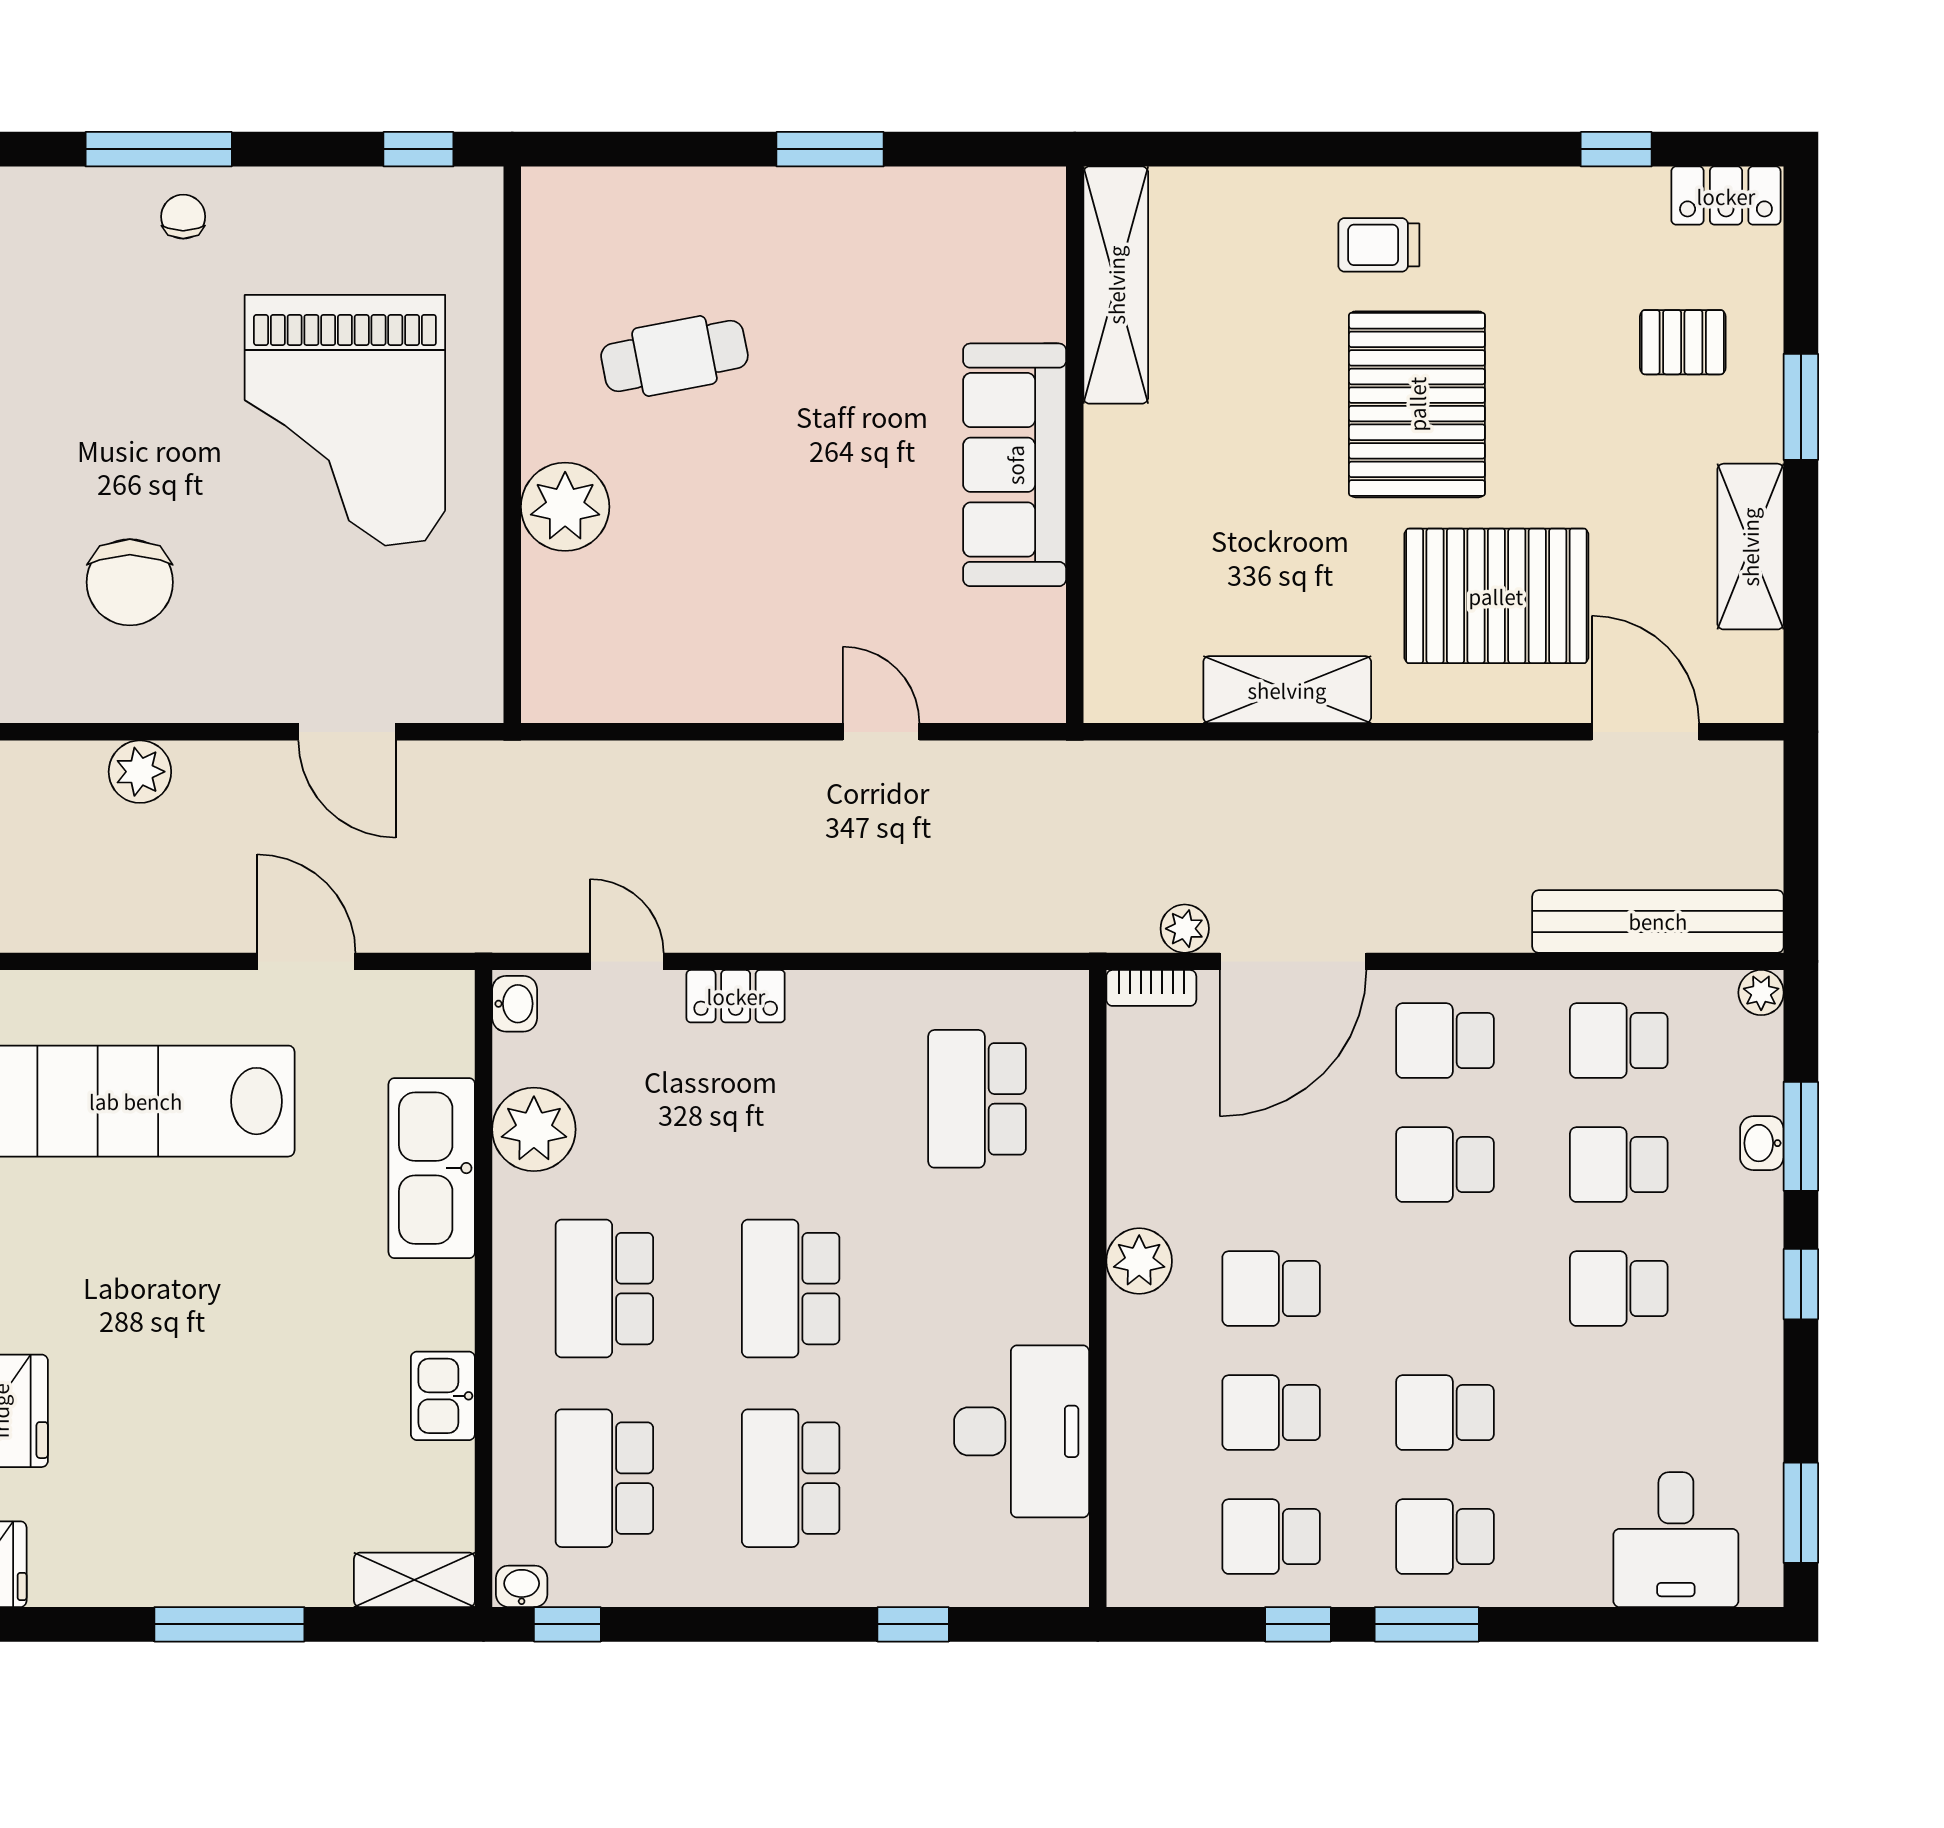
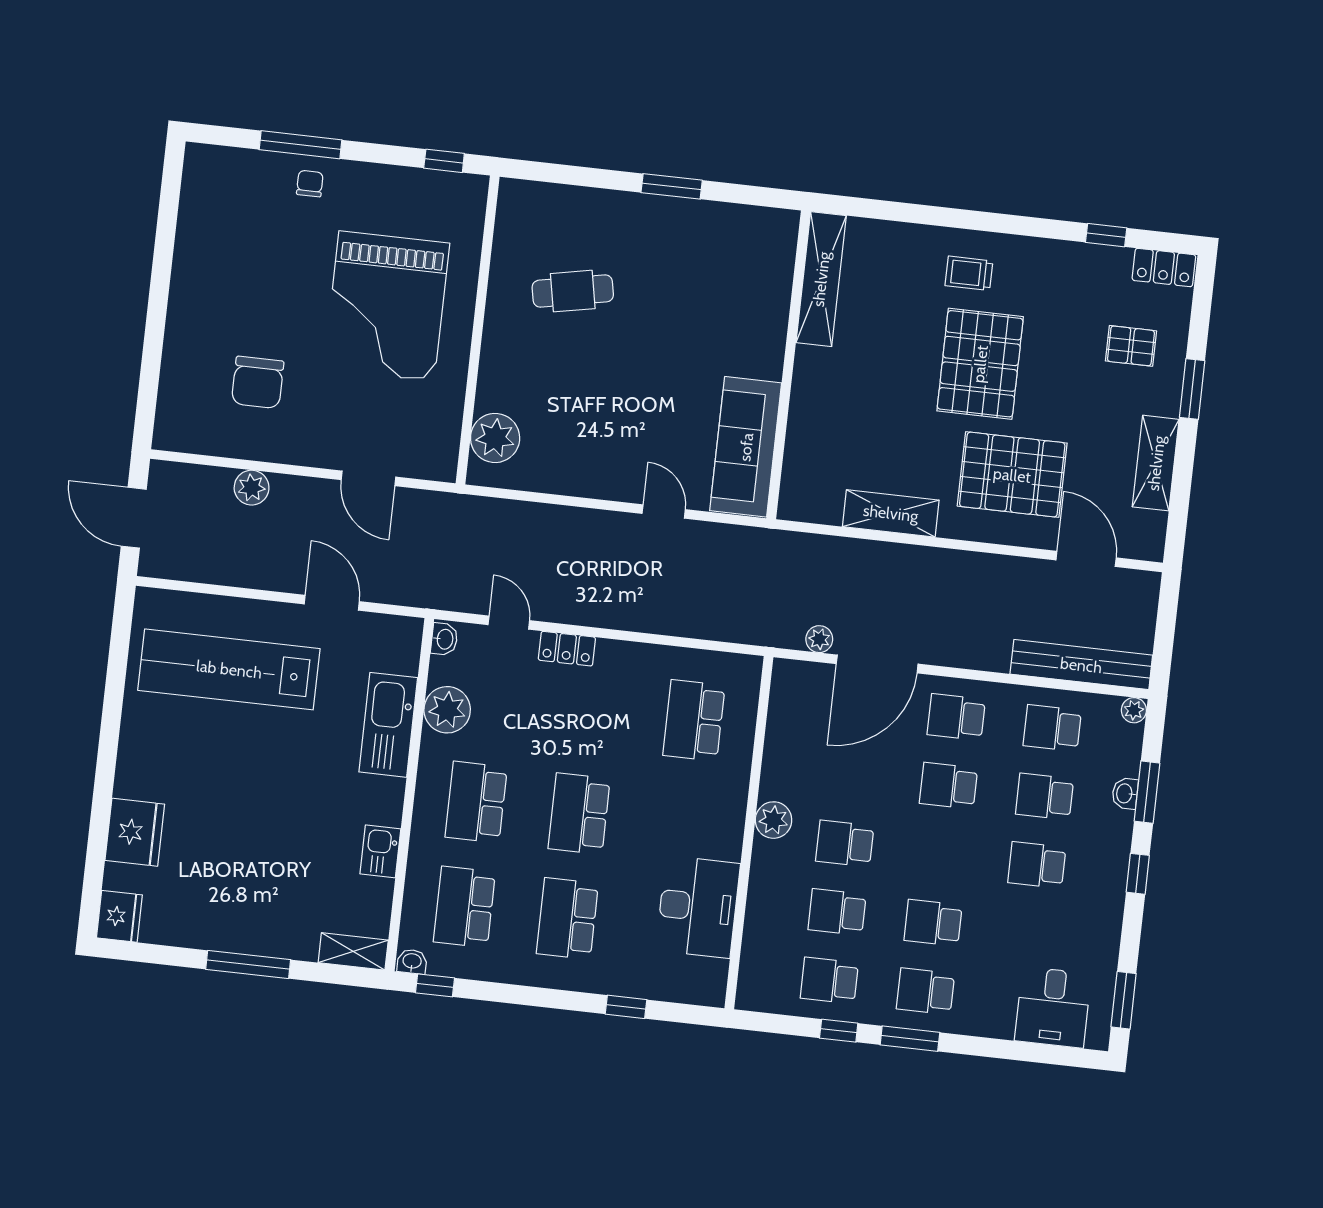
sofa: (1015, 465) -> (746, 447), moved
plant: (565, 507) -> (495, 438), moved
bookcase: (1151, 988) -> (797, 670), removed

